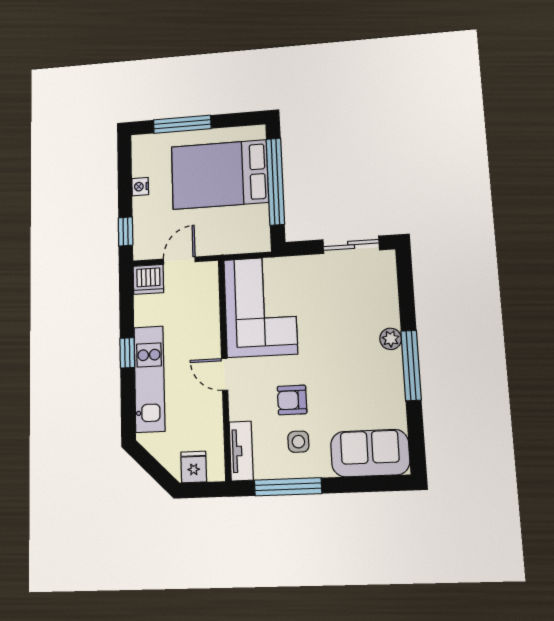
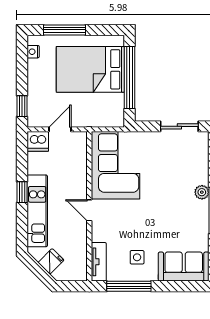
nightstand: (140, 187) -> (33, 52), moved
armchair: (292, 400) -> (134, 230), removed
fridge: (194, 467) -> (51, 261), moved, turned 45

